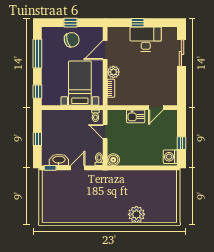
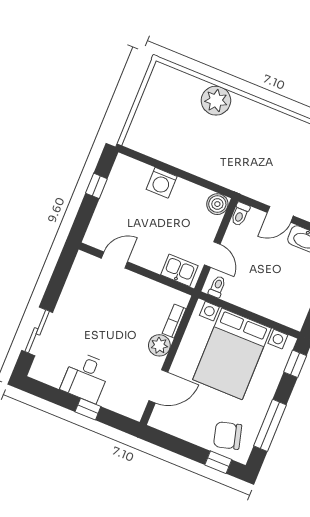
window: (70, 23) -> (218, 462), moved
desk: (146, 39) -> (86, 377), width x0.73
chair: (72, 40) -> (228, 436), moved
bed with nightstands: (80, 83) -> (232, 354), width x1.36
kitchen sink: (136, 116) -> (179, 270), moved
washing machine: (170, 157) -> (162, 183), moved, turned 90

